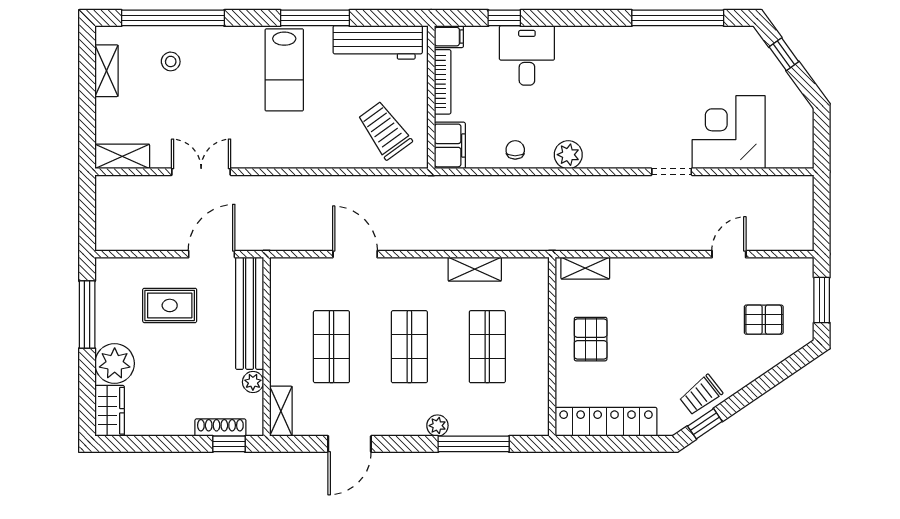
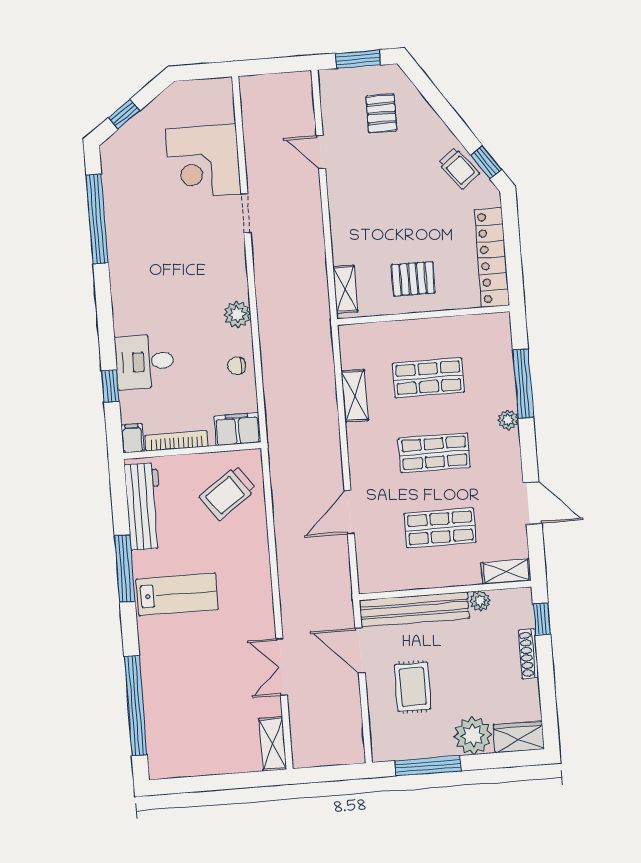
stool: (171, 61) -> (178, 704), removed
shelving: (106, 71) -> (191, 766), removed
shoe rack: (220, 428) -> (529, 654), moved

